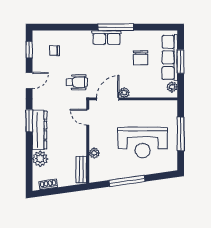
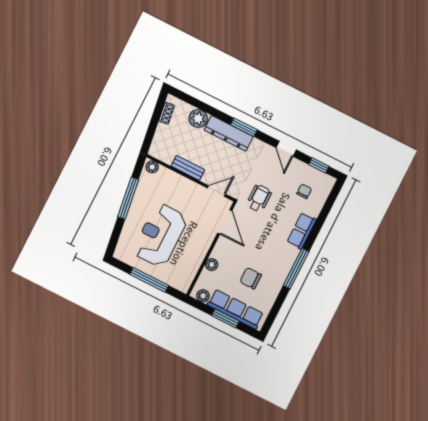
row of seats: (106, 37) -> (302, 231), moved
wheelchair: (77, 82) -> (259, 198), turned 180
plant: (124, 93) -> (212, 265), moved
plant: (94, 153) -> (152, 167), moved
bench: (81, 170) -> (188, 168), moved

